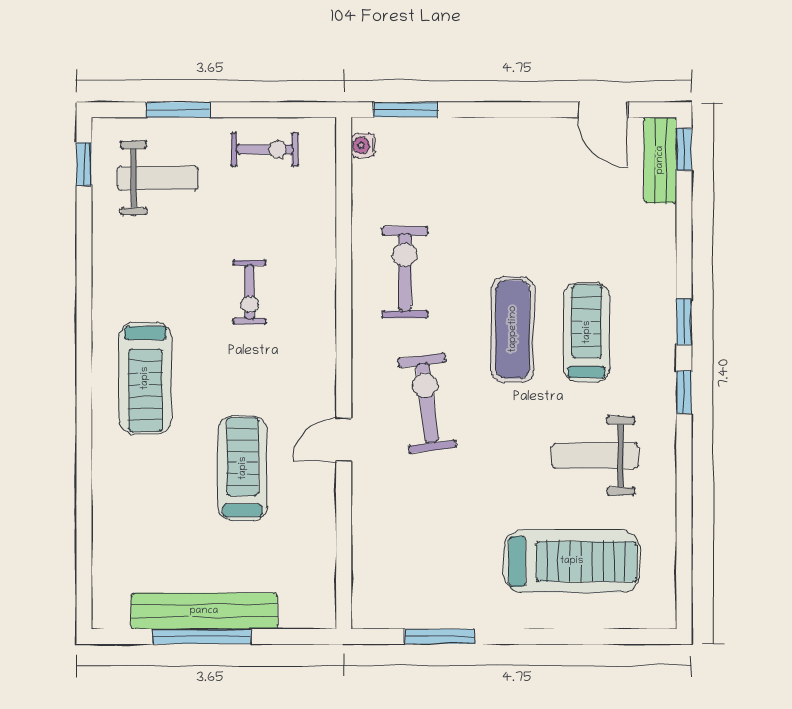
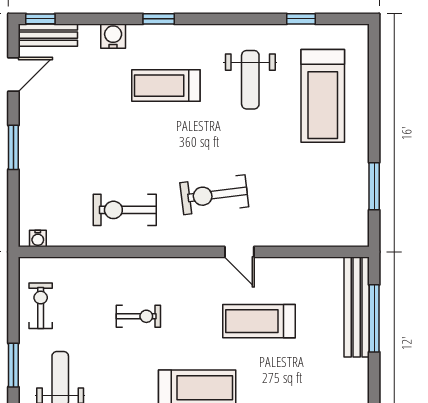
window: (406, 110) -> (13, 147), moved
water cooler: (659, 255) -> (113, 36), added
exercise mat: (513, 329) -> (164, 136), removed
window: (684, 392) -> (301, 19), moved
treadmill: (572, 561) -> (323, 96), turned 180
bench: (204, 611) -> (357, 307), moved
window: (202, 637) -> (374, 318), moved

